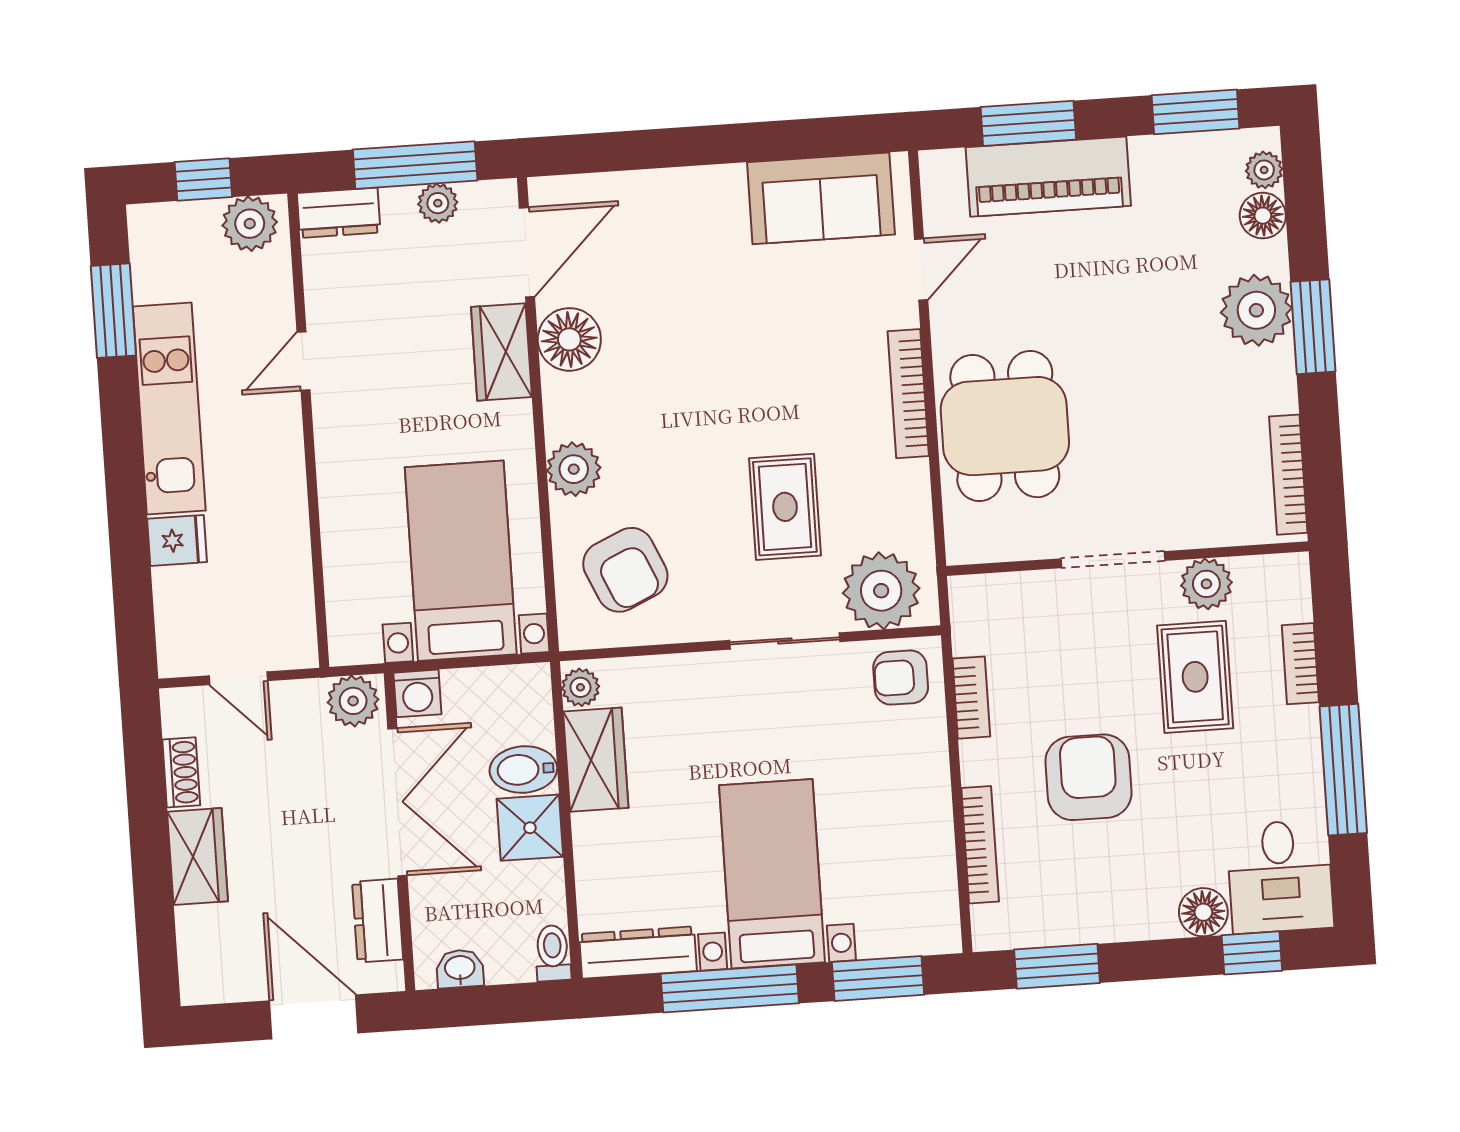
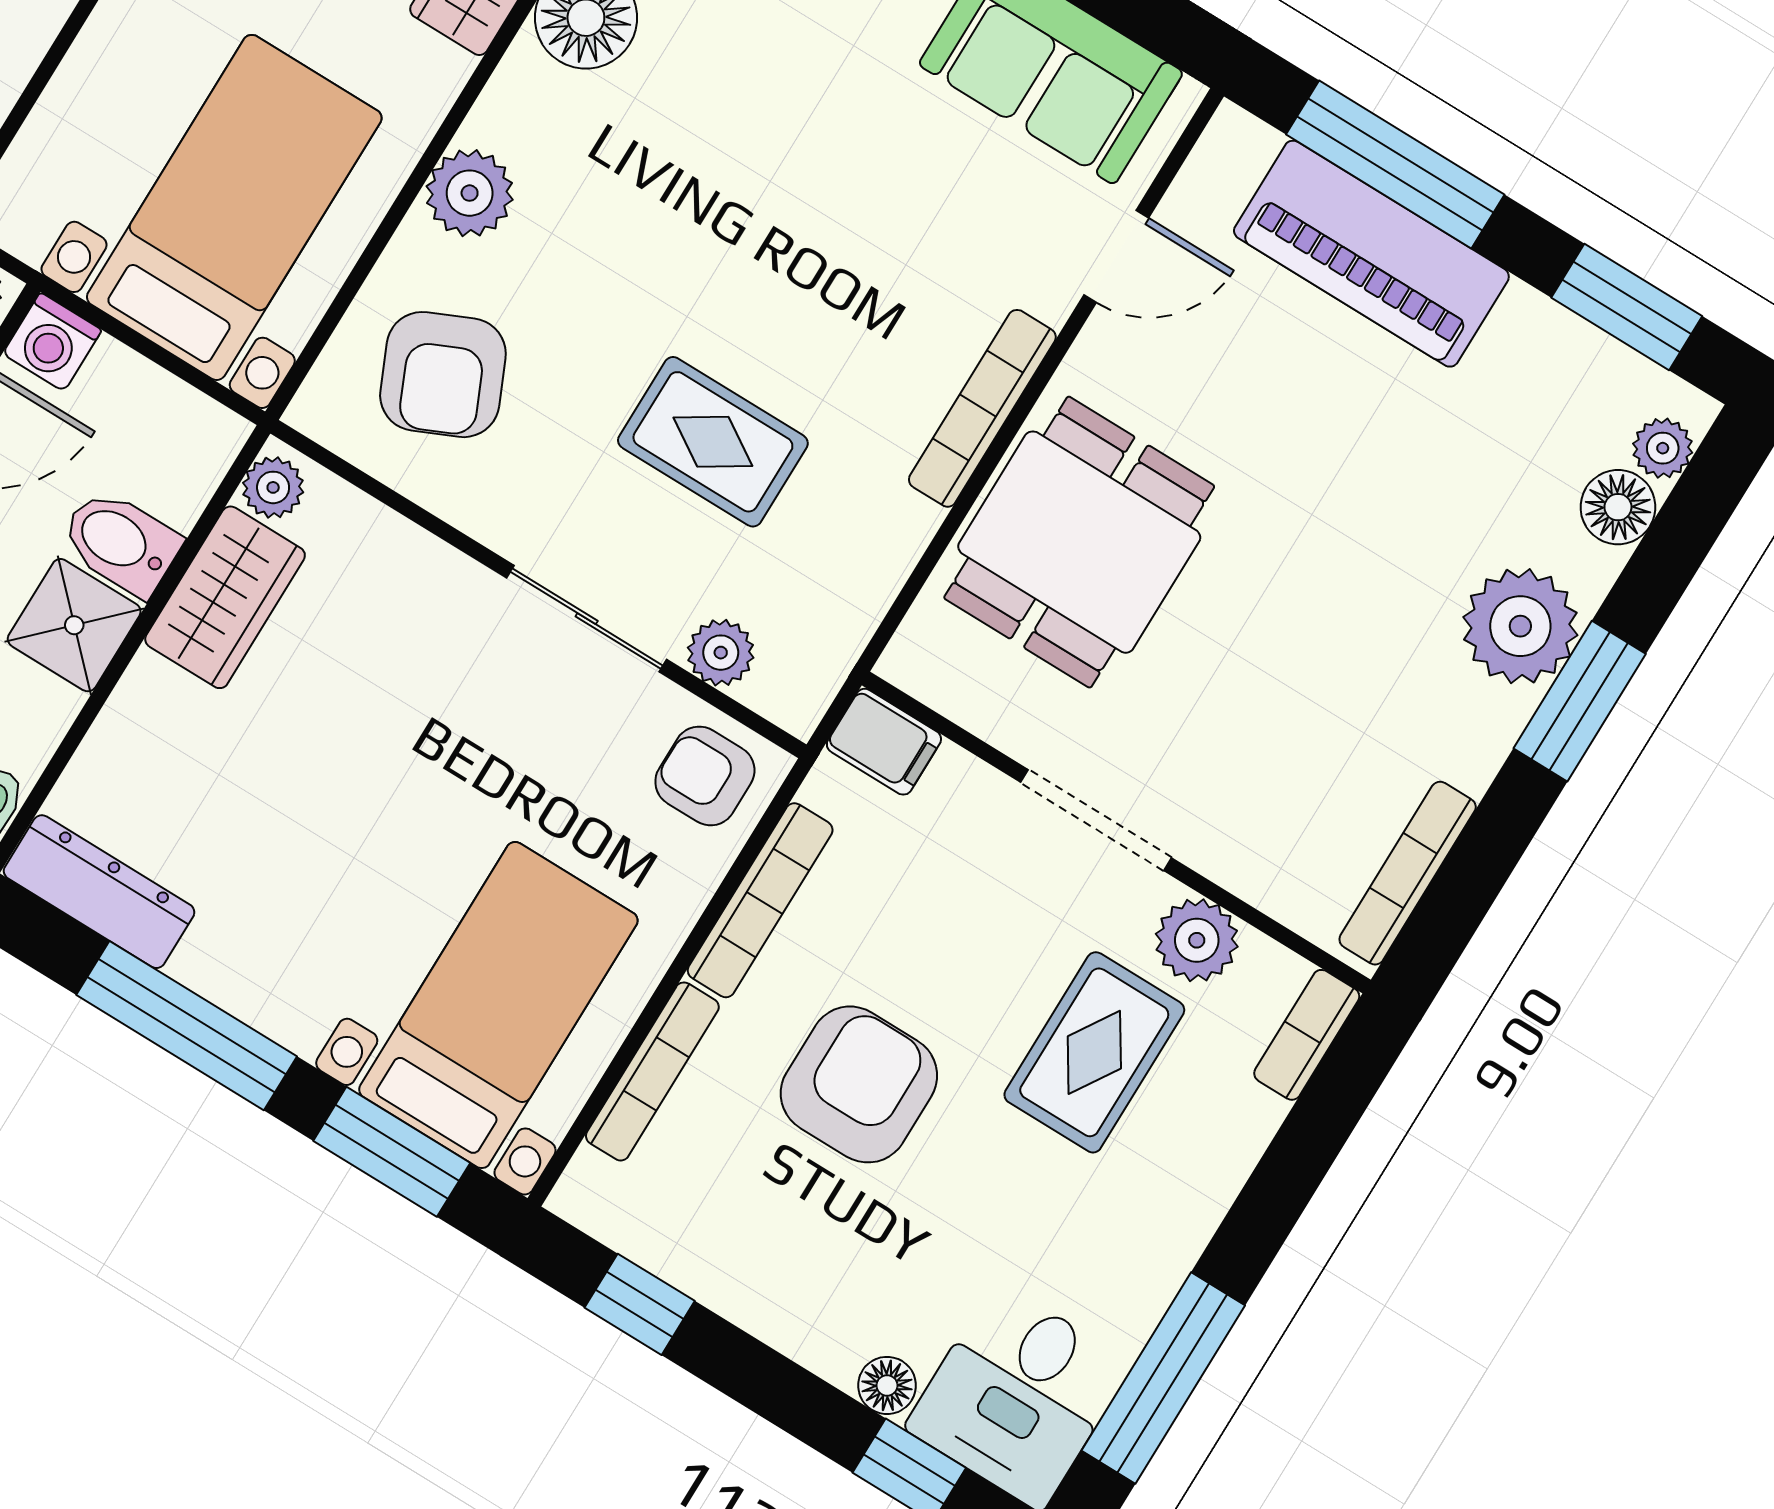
window: (1028, 123) -> (1395, 164), width x1.44
rug: (785, 507) -> (713, 442), turned 90
plant: (881, 591) -> (721, 653), width x0.53, depth x0.53
filing cabinet: (978, 596) -> (884, 742), added
bookcase: (1300, 664) -> (1307, 1035), moved
bookcase: (971, 698) -> (760, 900), width x1.56
window: (1343, 770) -> (1163, 1378), moved
bed with nightstands: (772, 874) -> (498, 1005), moved
floor lamp: (1203, 912) -> (887, 1385), width x0.73, depth x0.73
window: (1057, 966) -> (640, 1304), width x0.67

